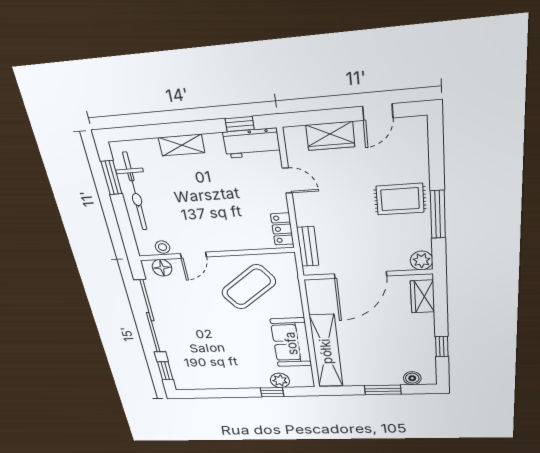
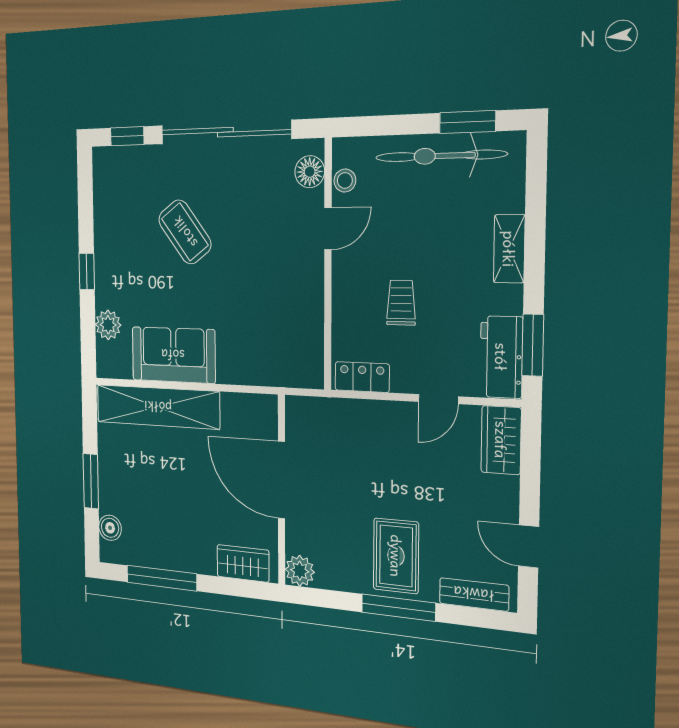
window: (240, 124) -> (533, 345), width x1.50
wardrobe: (330, 136) -> (501, 440), moved
trolley: (230, 208) -> (401, 303), added
window: (438, 214) -> (398, 608), moved
bench: (308, 247) -> (474, 594), moved
door: (193, 255) -> (328, 228), swing flipped
coffee table: (249, 287) -> (185, 232), moved, width x0.73, depth x0.76
window: (442, 347) -> (162, 578), width x2.17
window: (272, 392) -> (87, 271), moved

